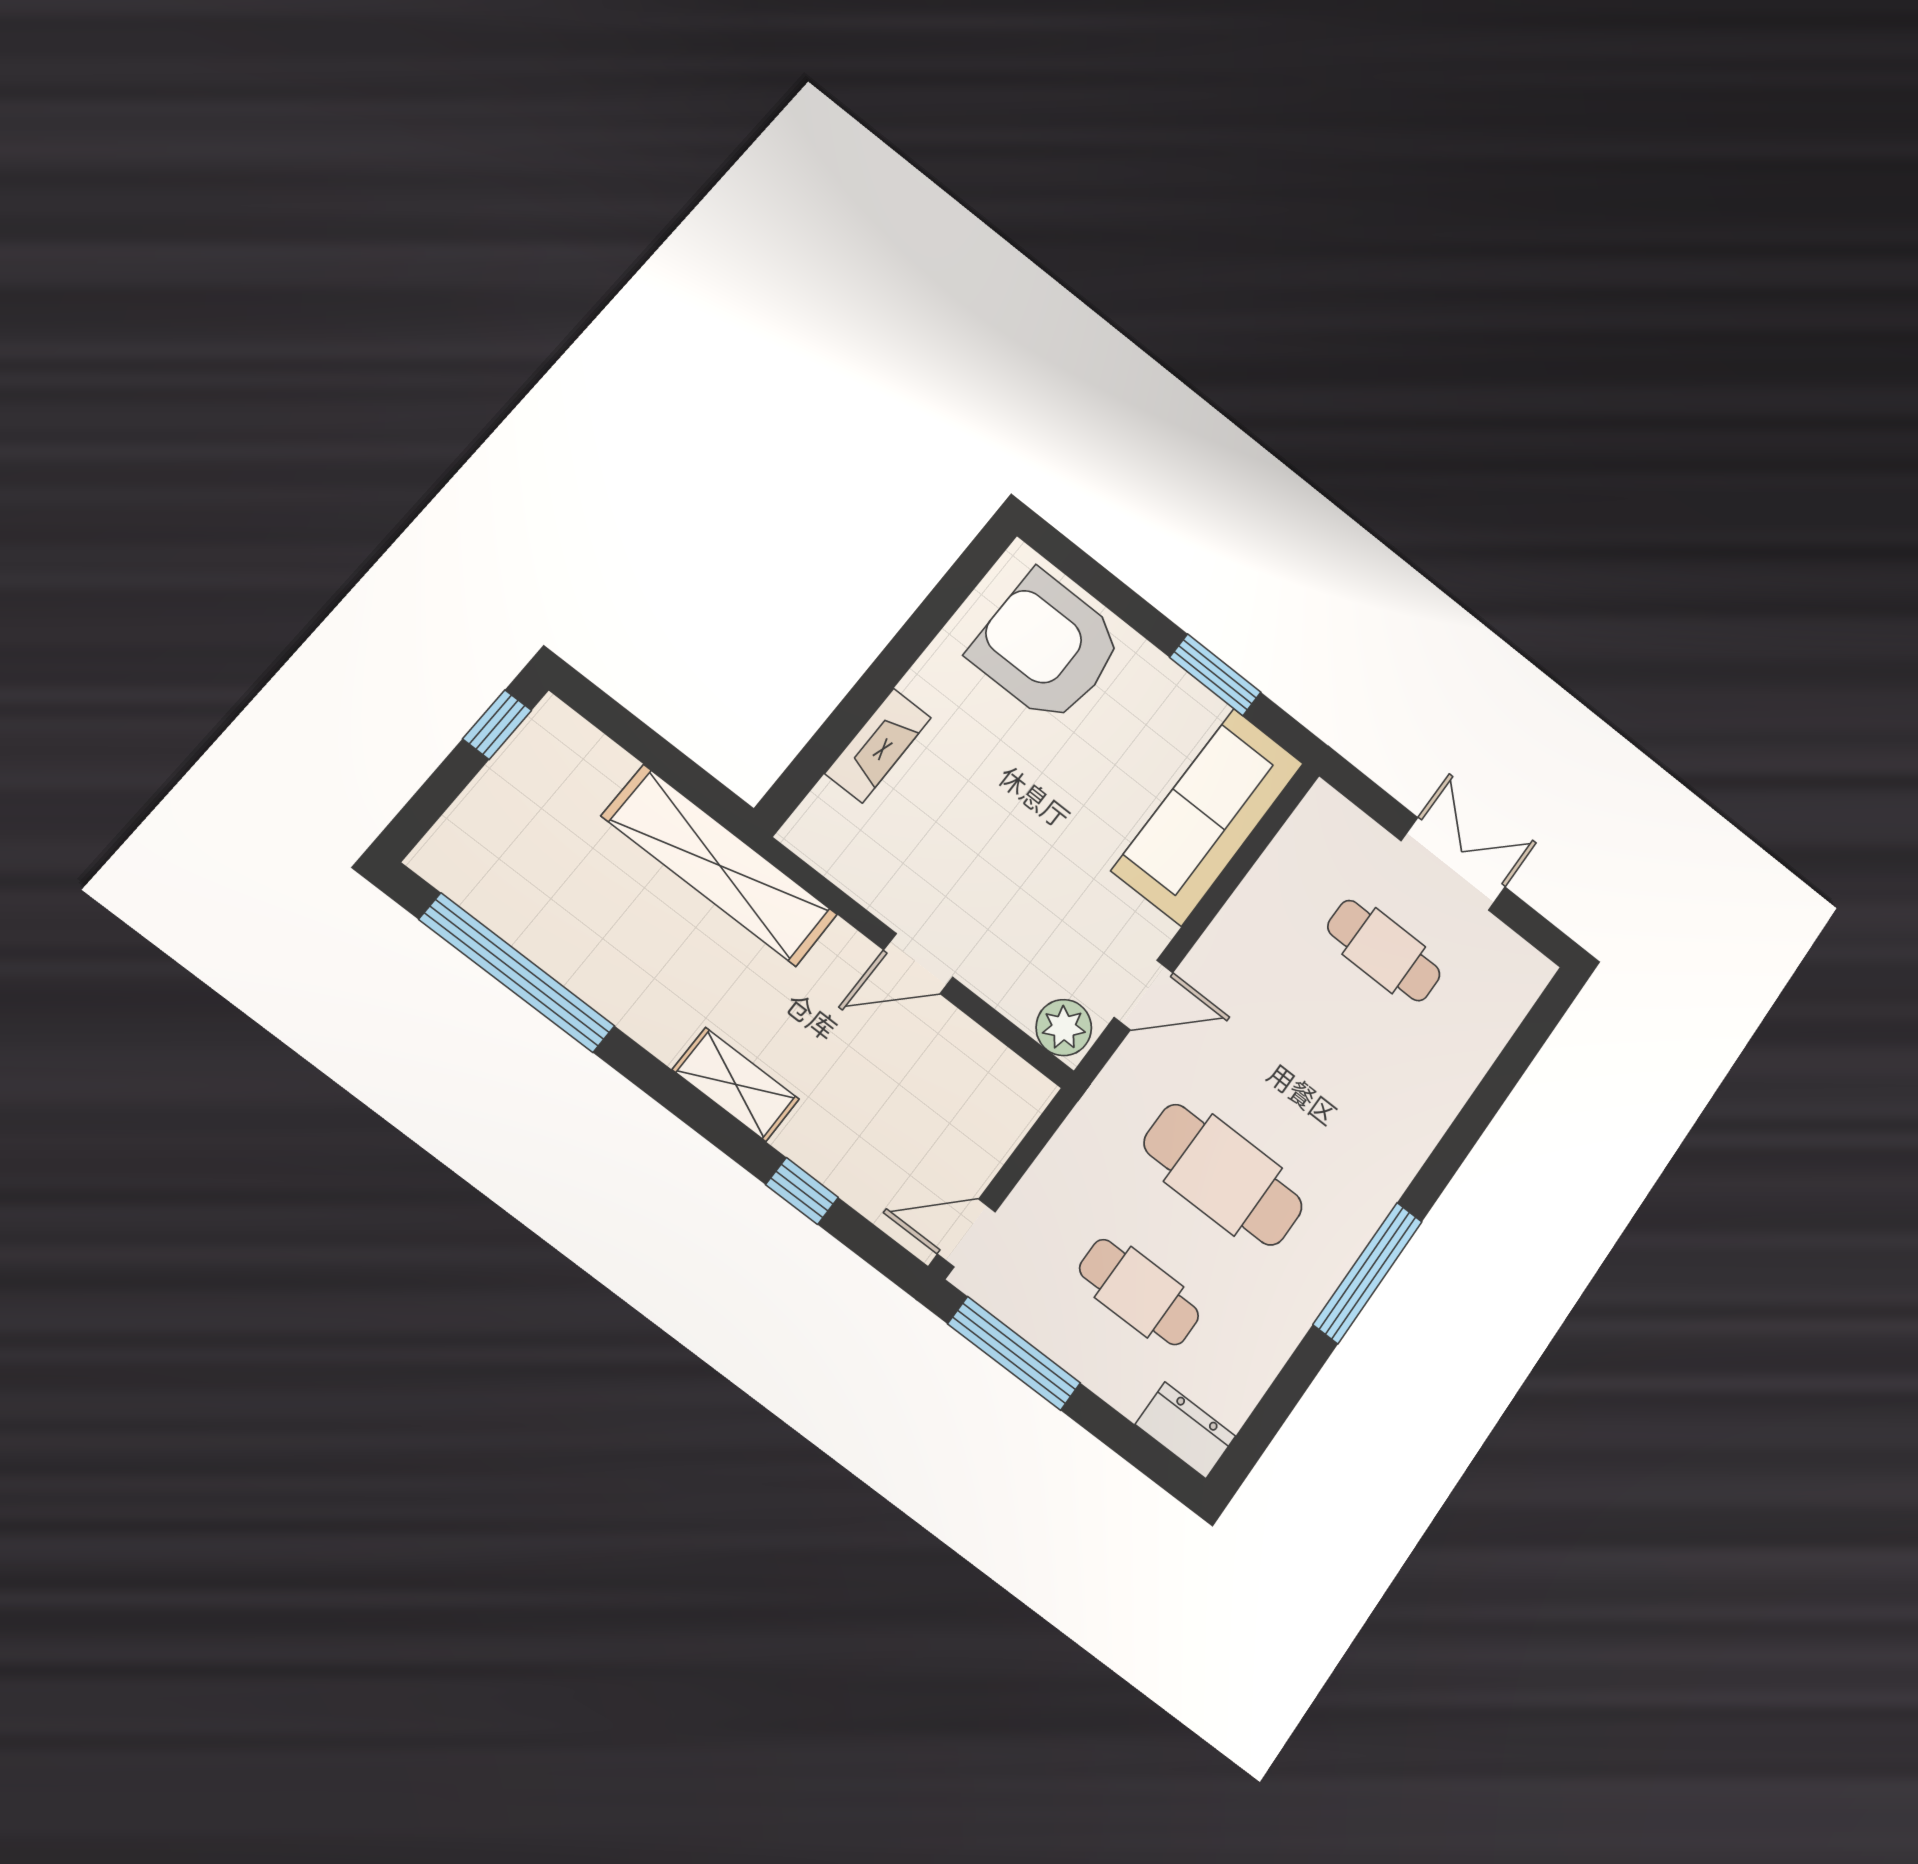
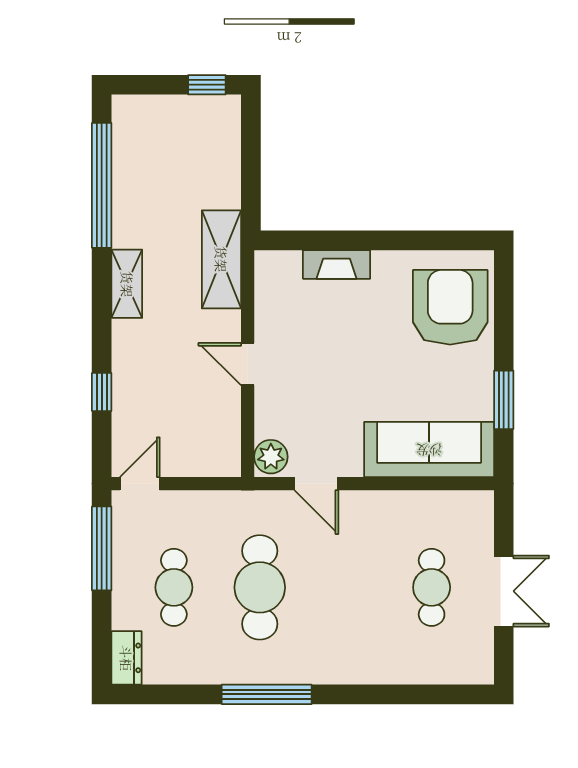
shelving: (720, 865) -> (221, 259), width x0.68
shelving: (736, 1084) -> (127, 284), moved
door: (966, 1233) -> (140, 484), hinge flipped

